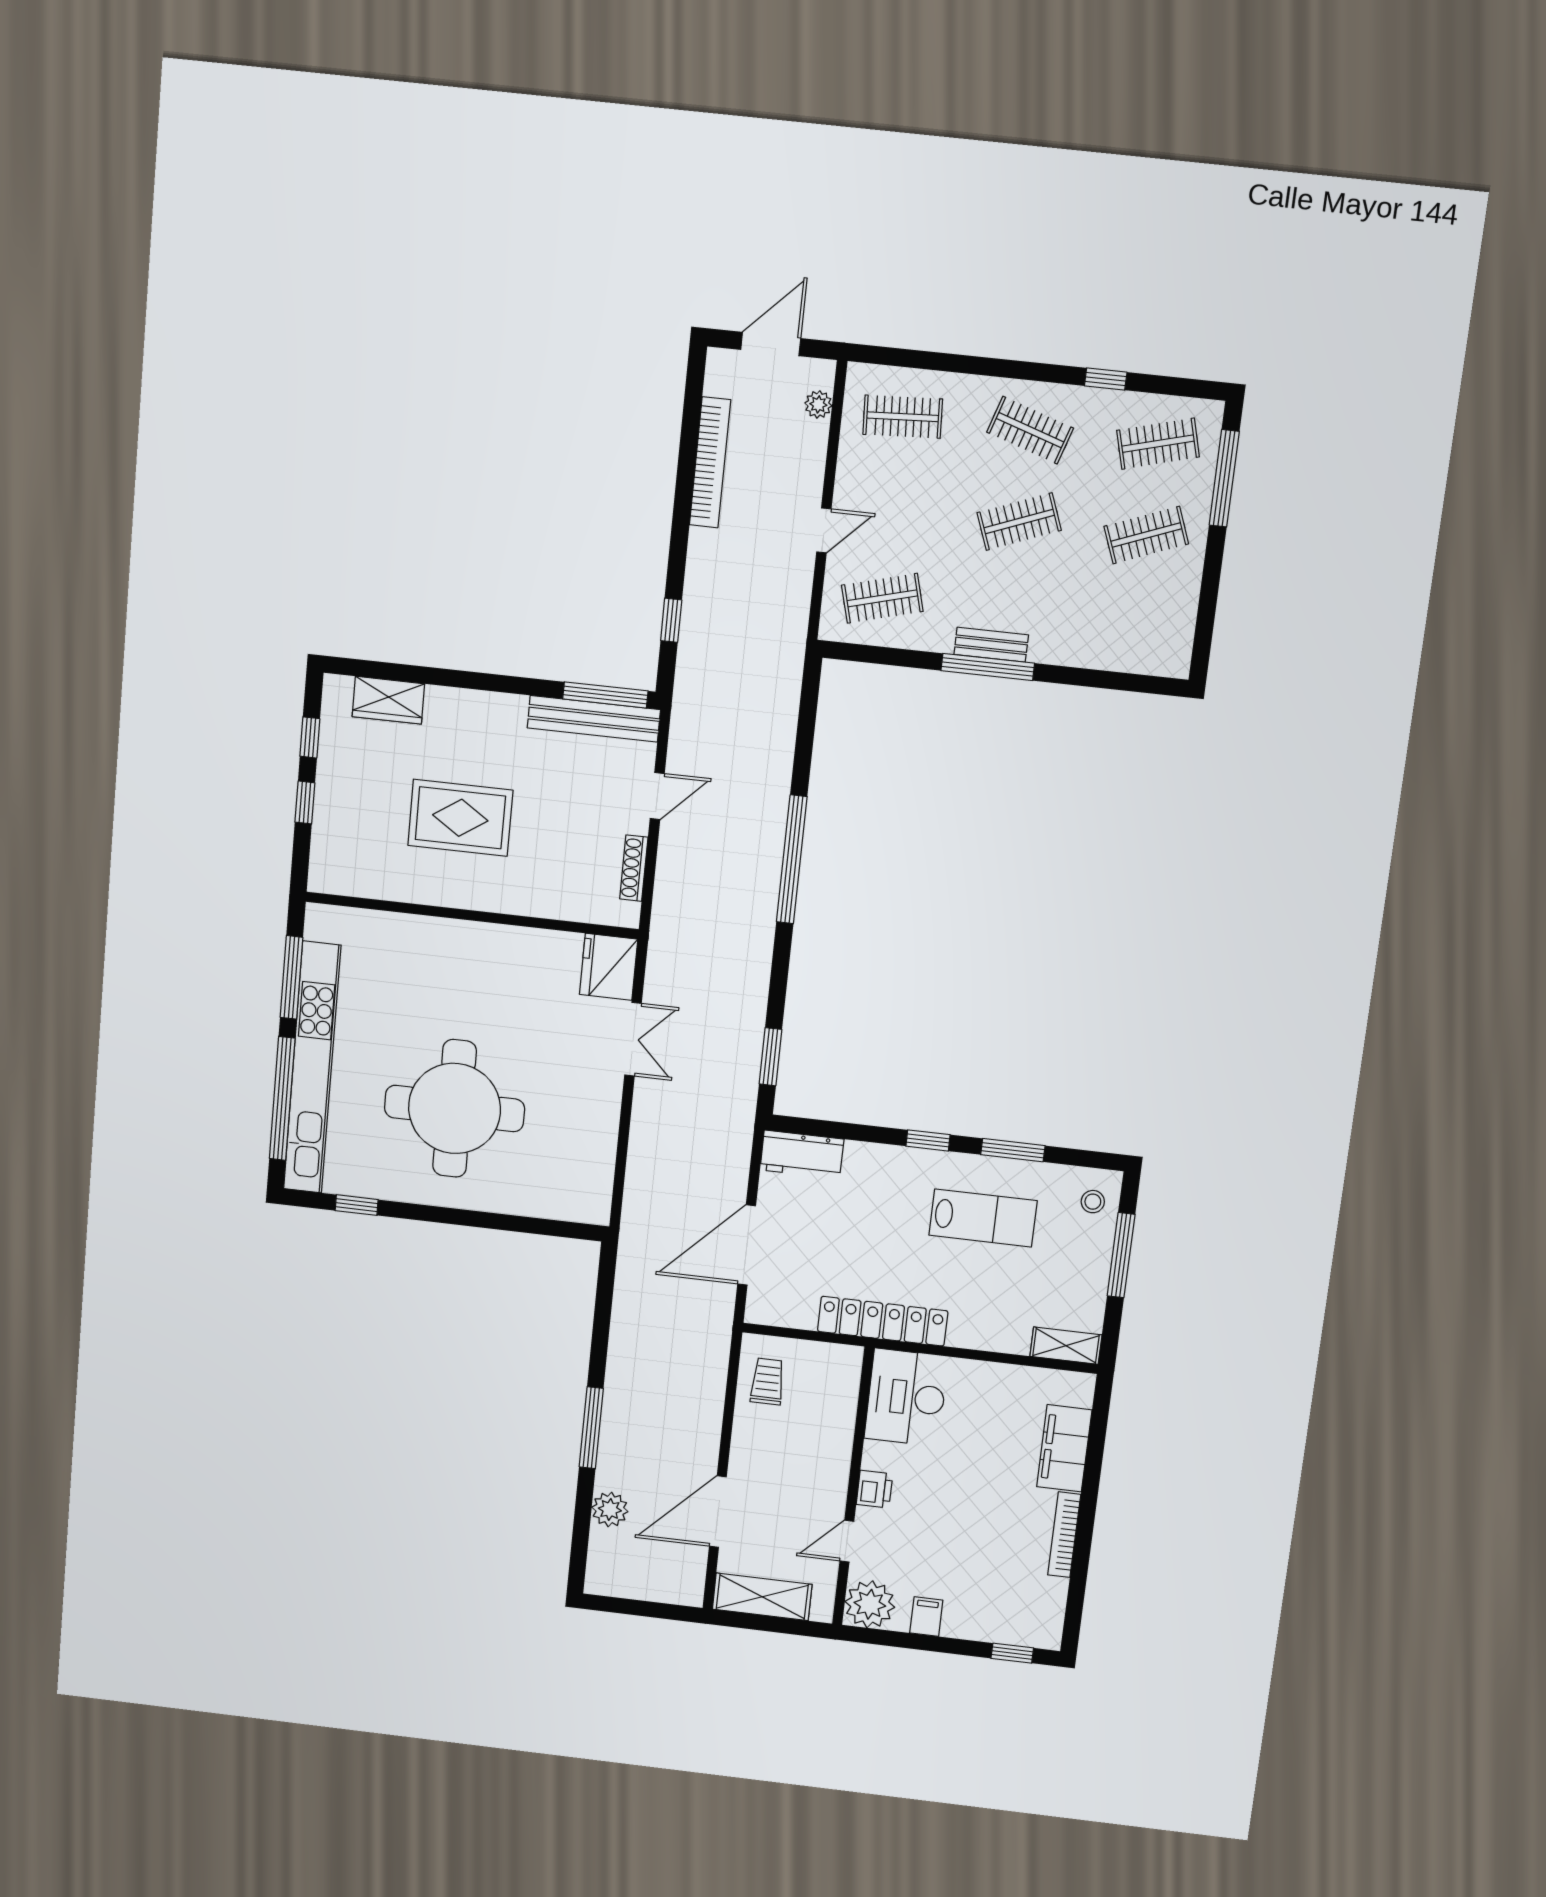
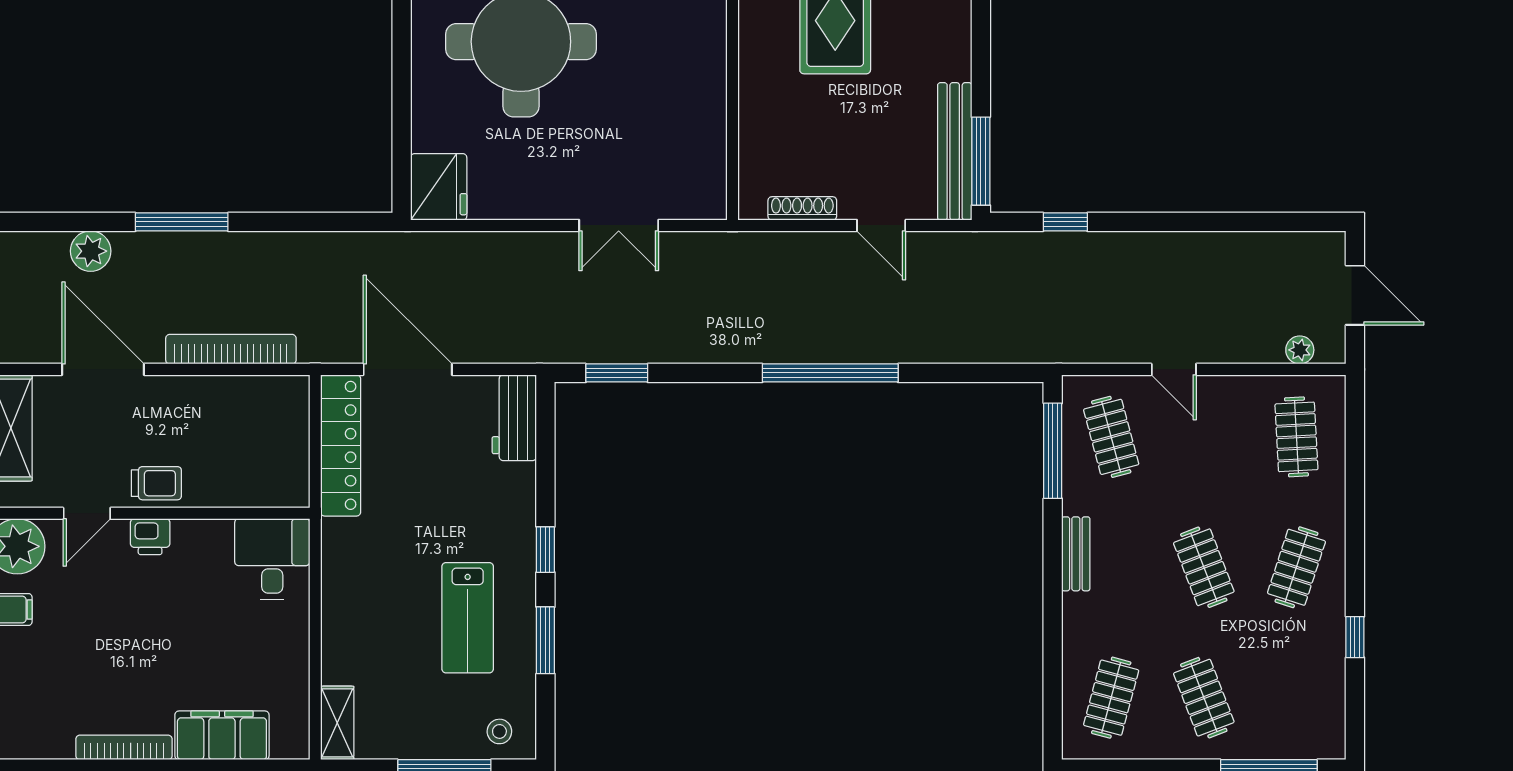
clothes rail: (1158, 444) -> (1111, 698), moved, turned 30
bookcase: (710, 462) -> (231, 349), moved, turned 180
window: (988, 667) -> (1053, 451), moved
fridge: (609, 967) -> (439, 187), moved, turned 90
locker: (883, 1321) -> (341, 445), moved
trolley: (767, 1381) -> (156, 483), moved
desk: (906, 1397) -> (272, 559), width x0.73
door: (847, 1541) -> (87, 513), swing flipped

